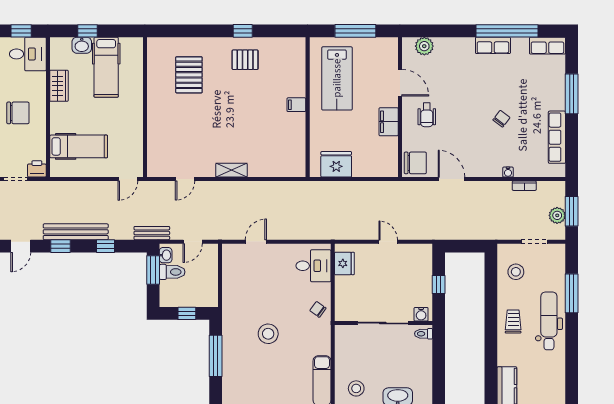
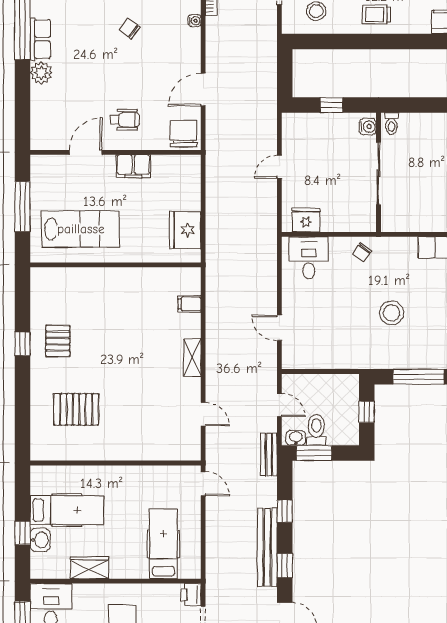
plant: (424, 46) -> (41, 73), moved
filing cabinet: (296, 105) -> (190, 304), moved, turned 90

